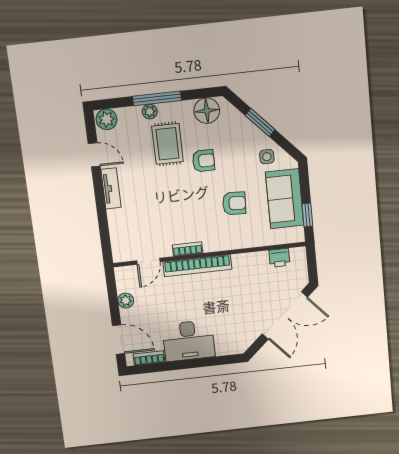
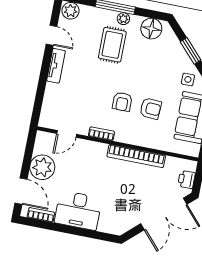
plant: (150, 112) -> (123, 19), moved
armchair: (204, 161) -> (122, 102), moved, turned 90
printer: (279, 258) -> (186, 179), moved, turned 90
bookcase: (197, 266) -> (136, 156), moved
plant: (126, 301) -> (42, 167), width x1.87, depth x1.87

